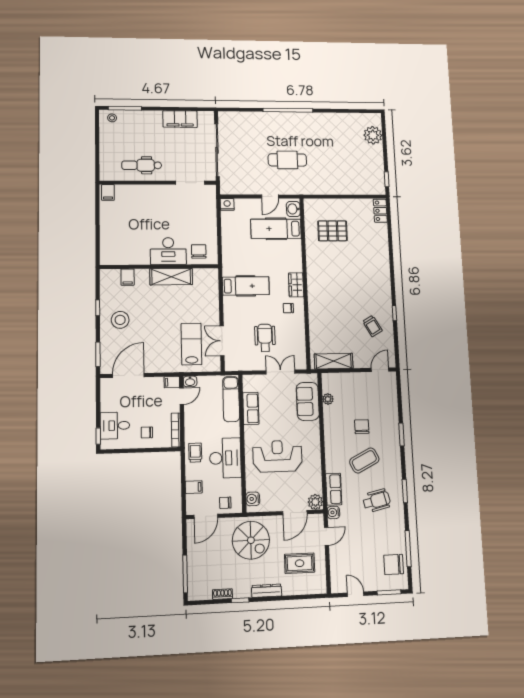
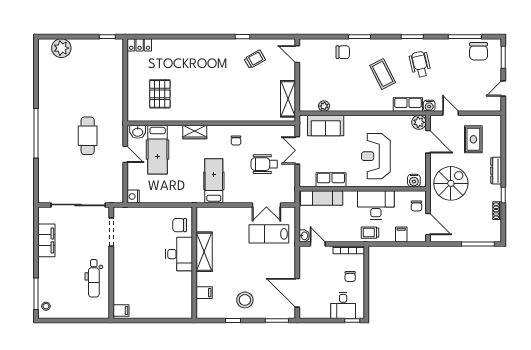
wardrobe: (296, 285) -> (195, 132), moved
filing cabinet: (172, 382) -> (304, 253), removed
chair: (362, 427) -> (343, 52), moved, turned 180

